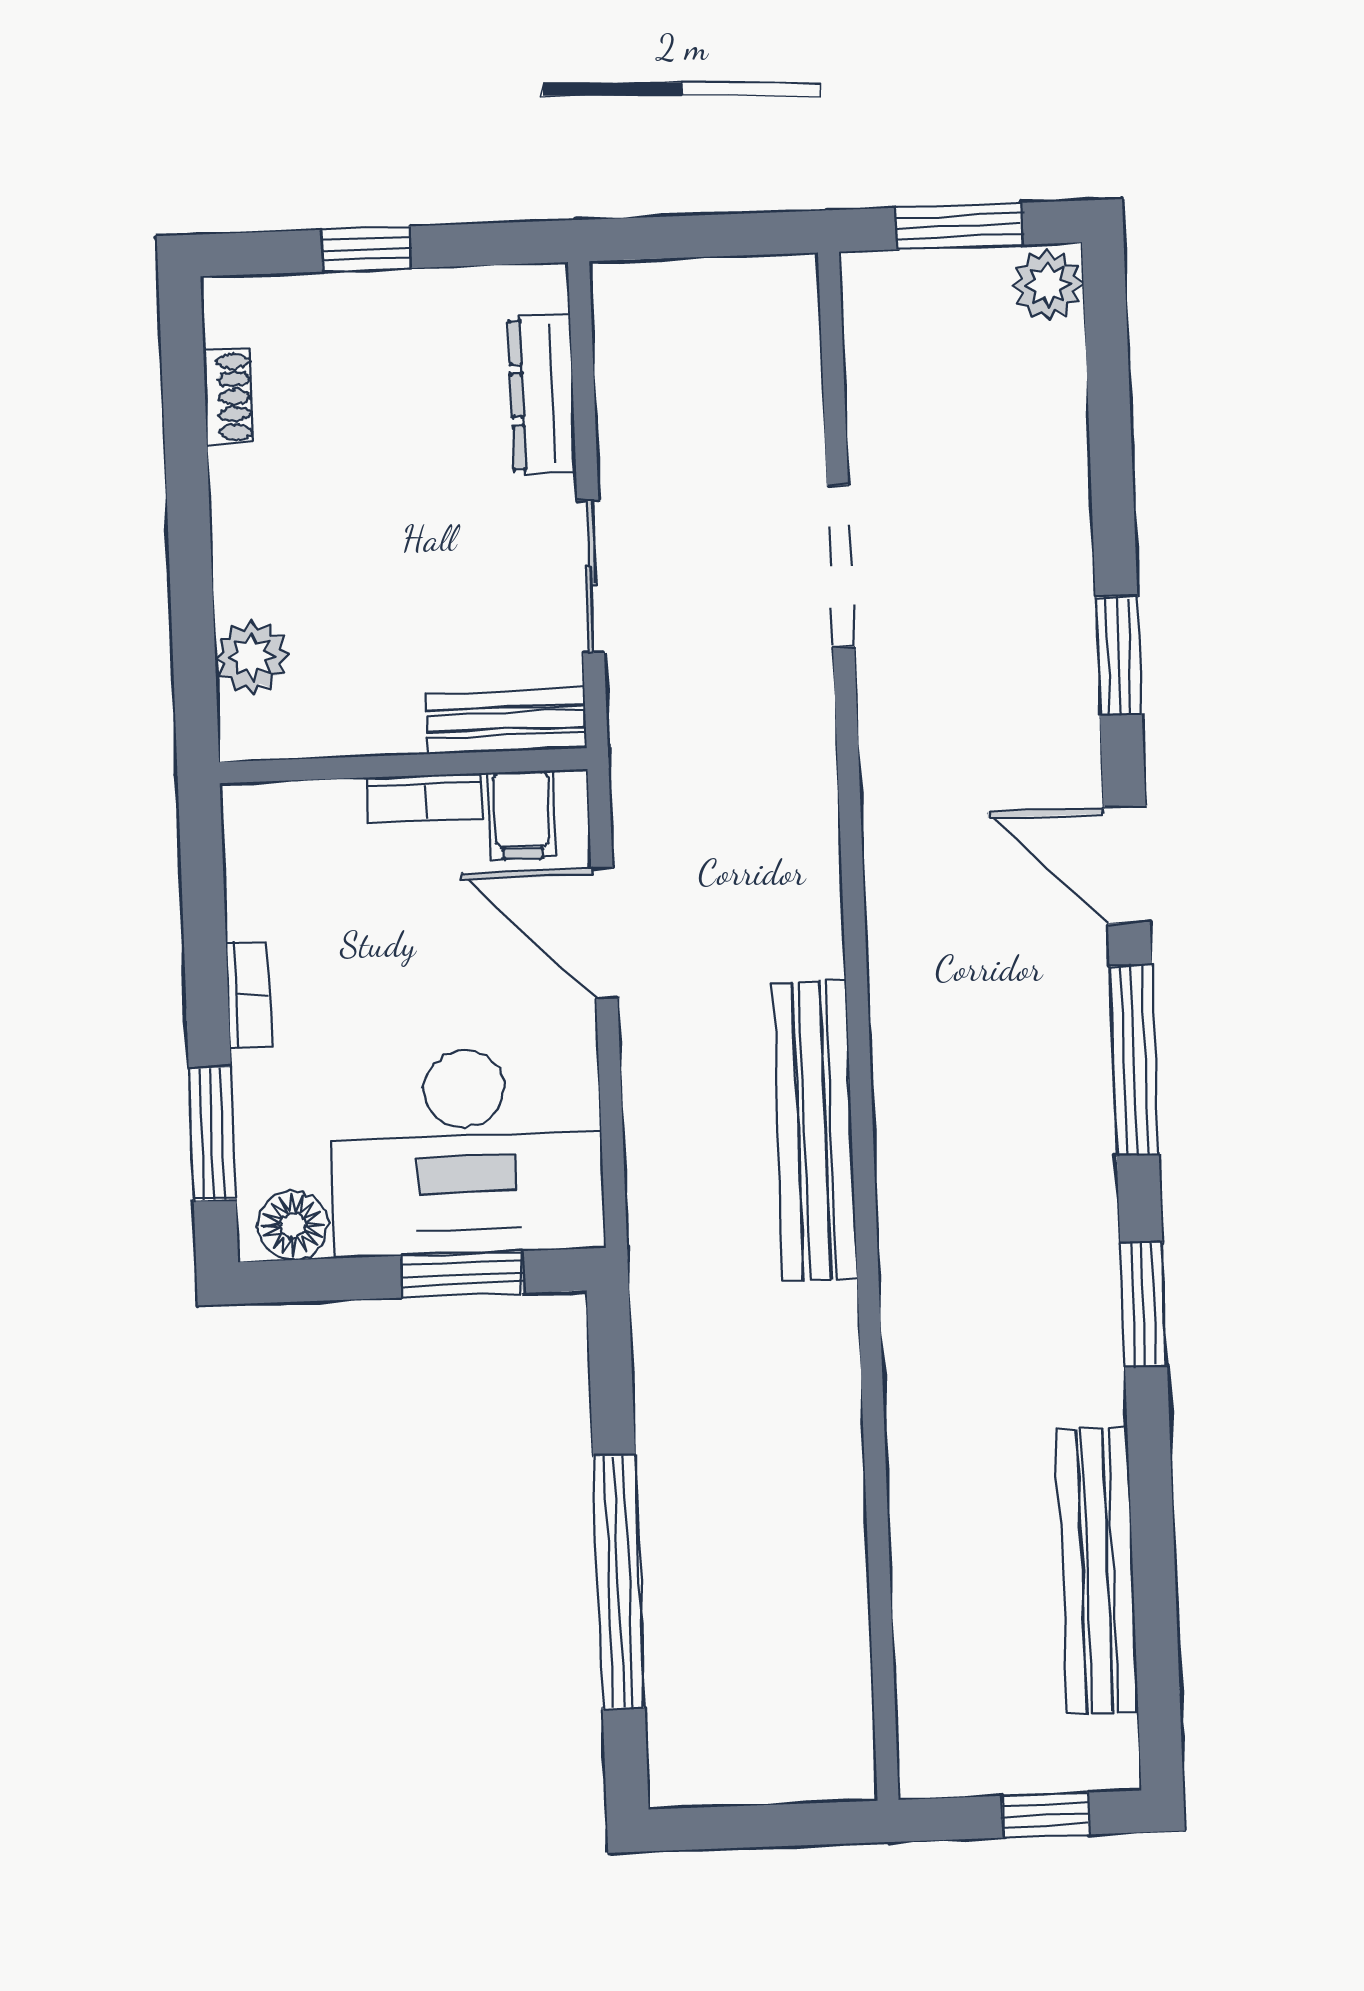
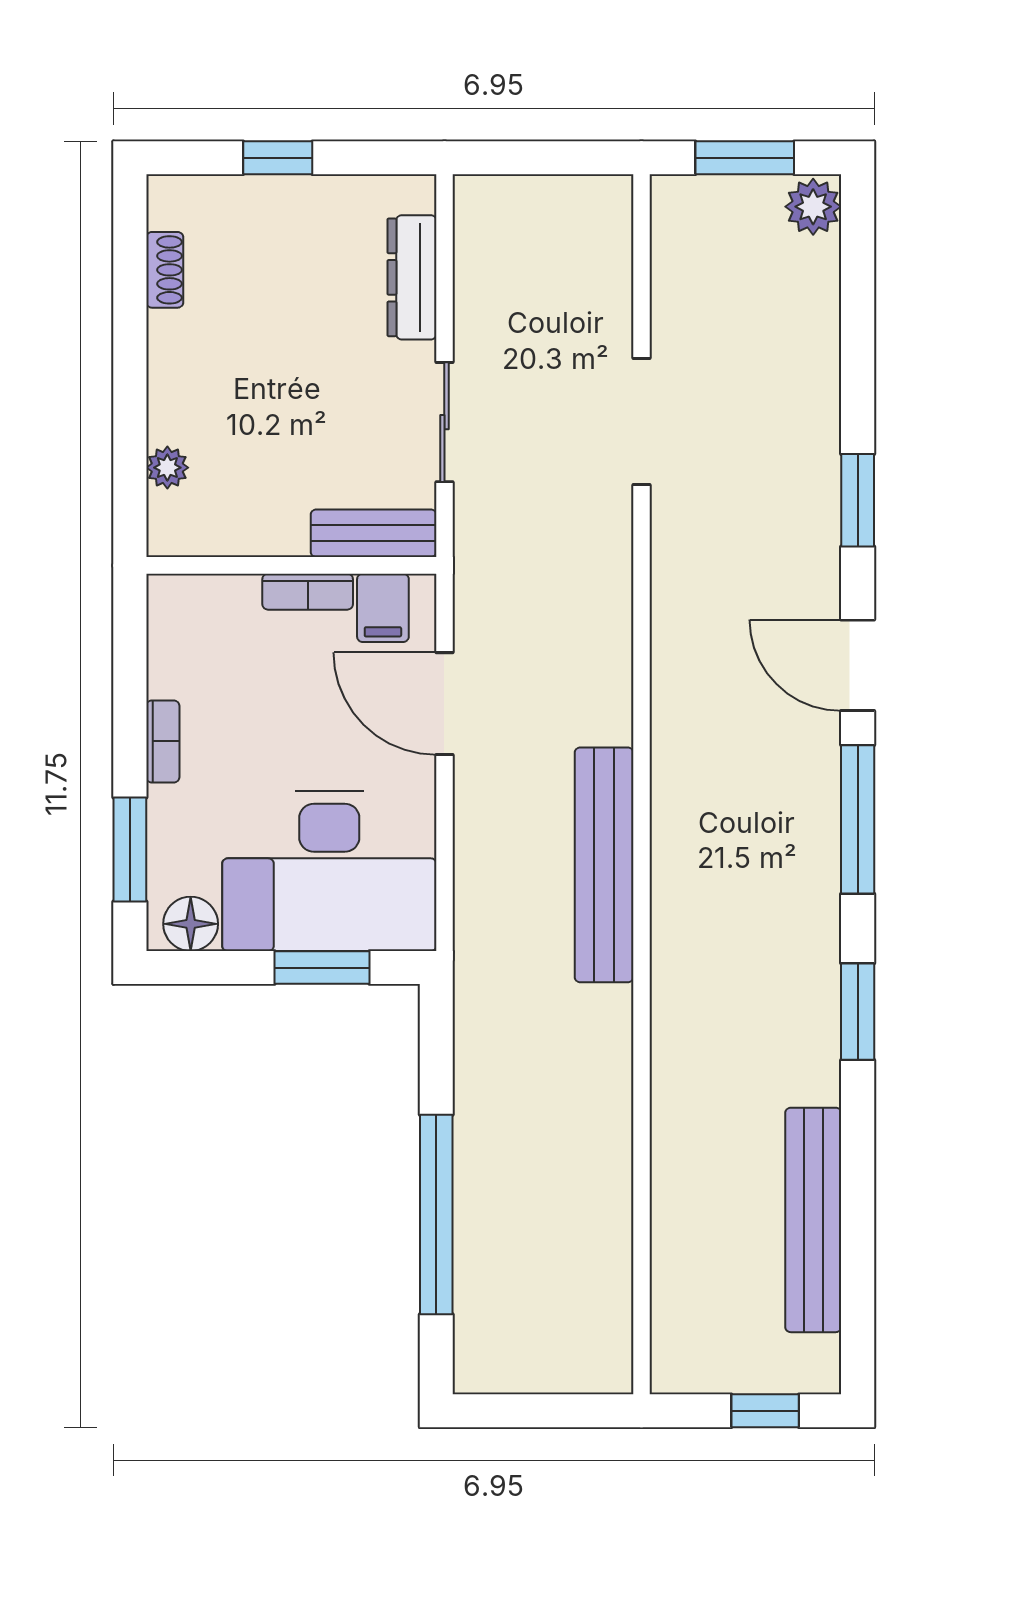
plant: (252, 657) -> (167, 468), width x0.73, depth x0.73

